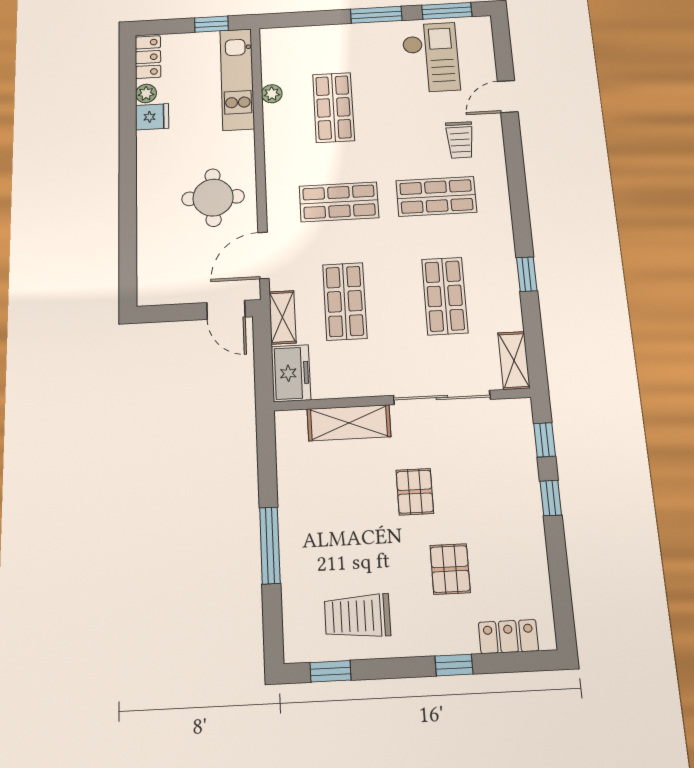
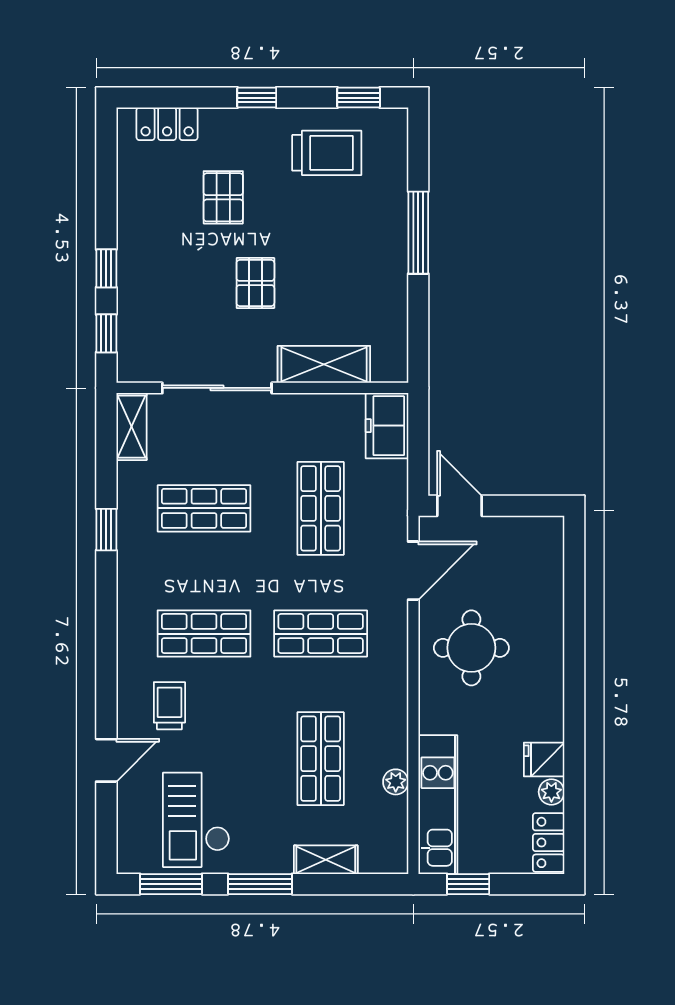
shop shelf: (445, 296) -> (204, 508), turned 90
shelving: (282, 317) -> (326, 860), moved, turned 90
window: (454, 665) -> (257, 98), moved

